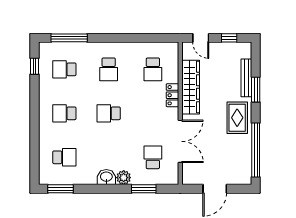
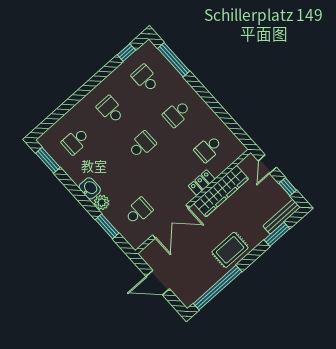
bench: (246, 78) -> (282, 217), moved
window: (256, 90) -> (277, 234), moved
school desk: (109, 113) -> (142, 145), turned 90
school desk: (64, 157) -> (76, 141), turned 90

